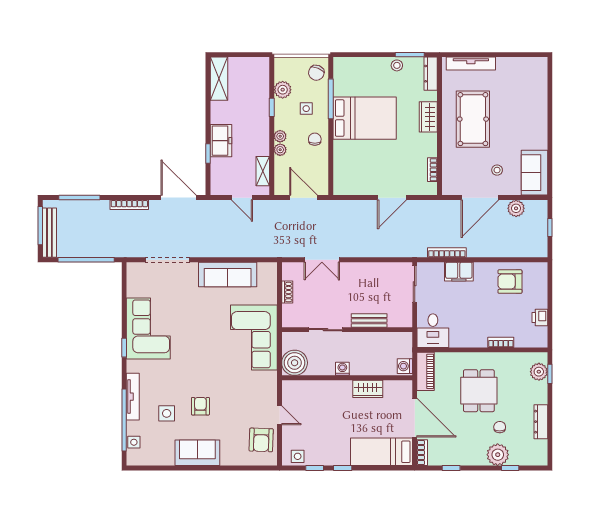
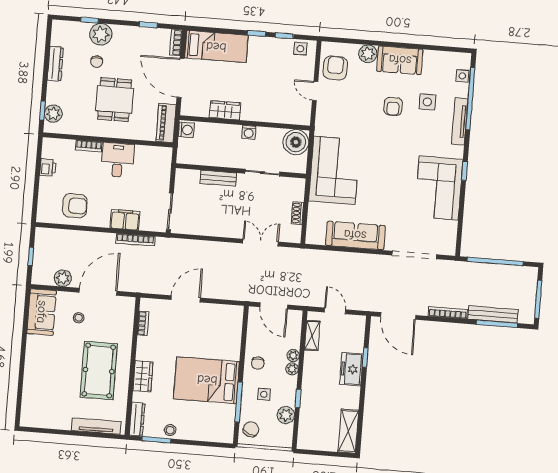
bench: (49, 233) -> (493, 314), moved, turned 90
desk: (433, 331) -> (118, 160), moved
plant: (230, 457) -> (368, 54), added

